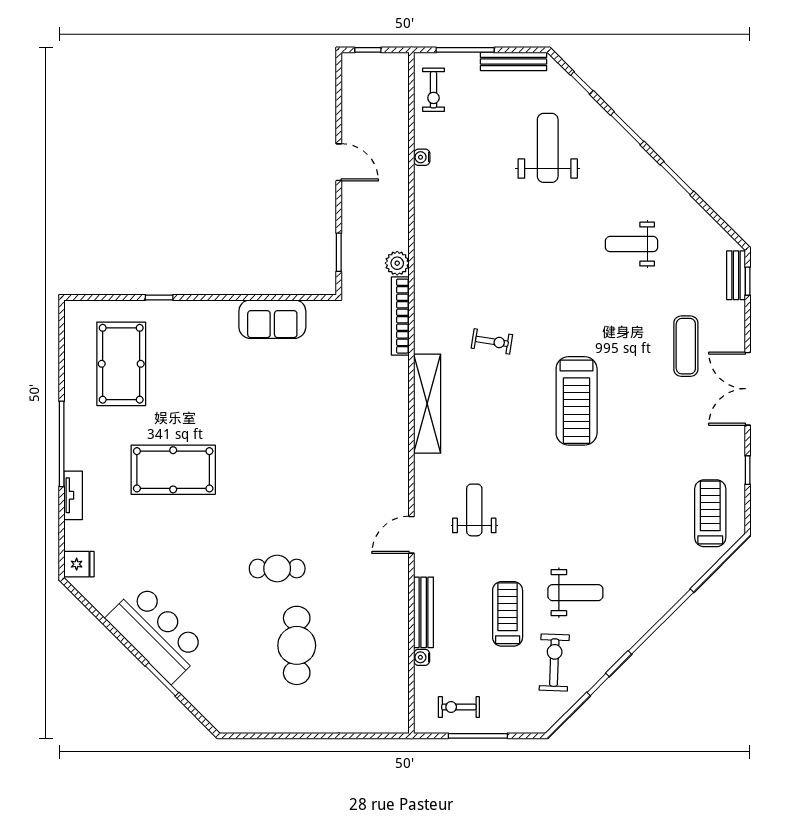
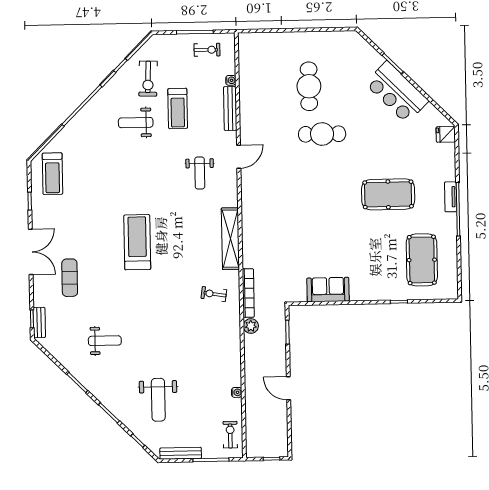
exercise bike: (492, 341) -> (214, 294), moved
tv unit: (73, 495) -> (451, 197), moved
cafe table: (277, 569) -> (322, 134), width x1.37, depth x1.35

